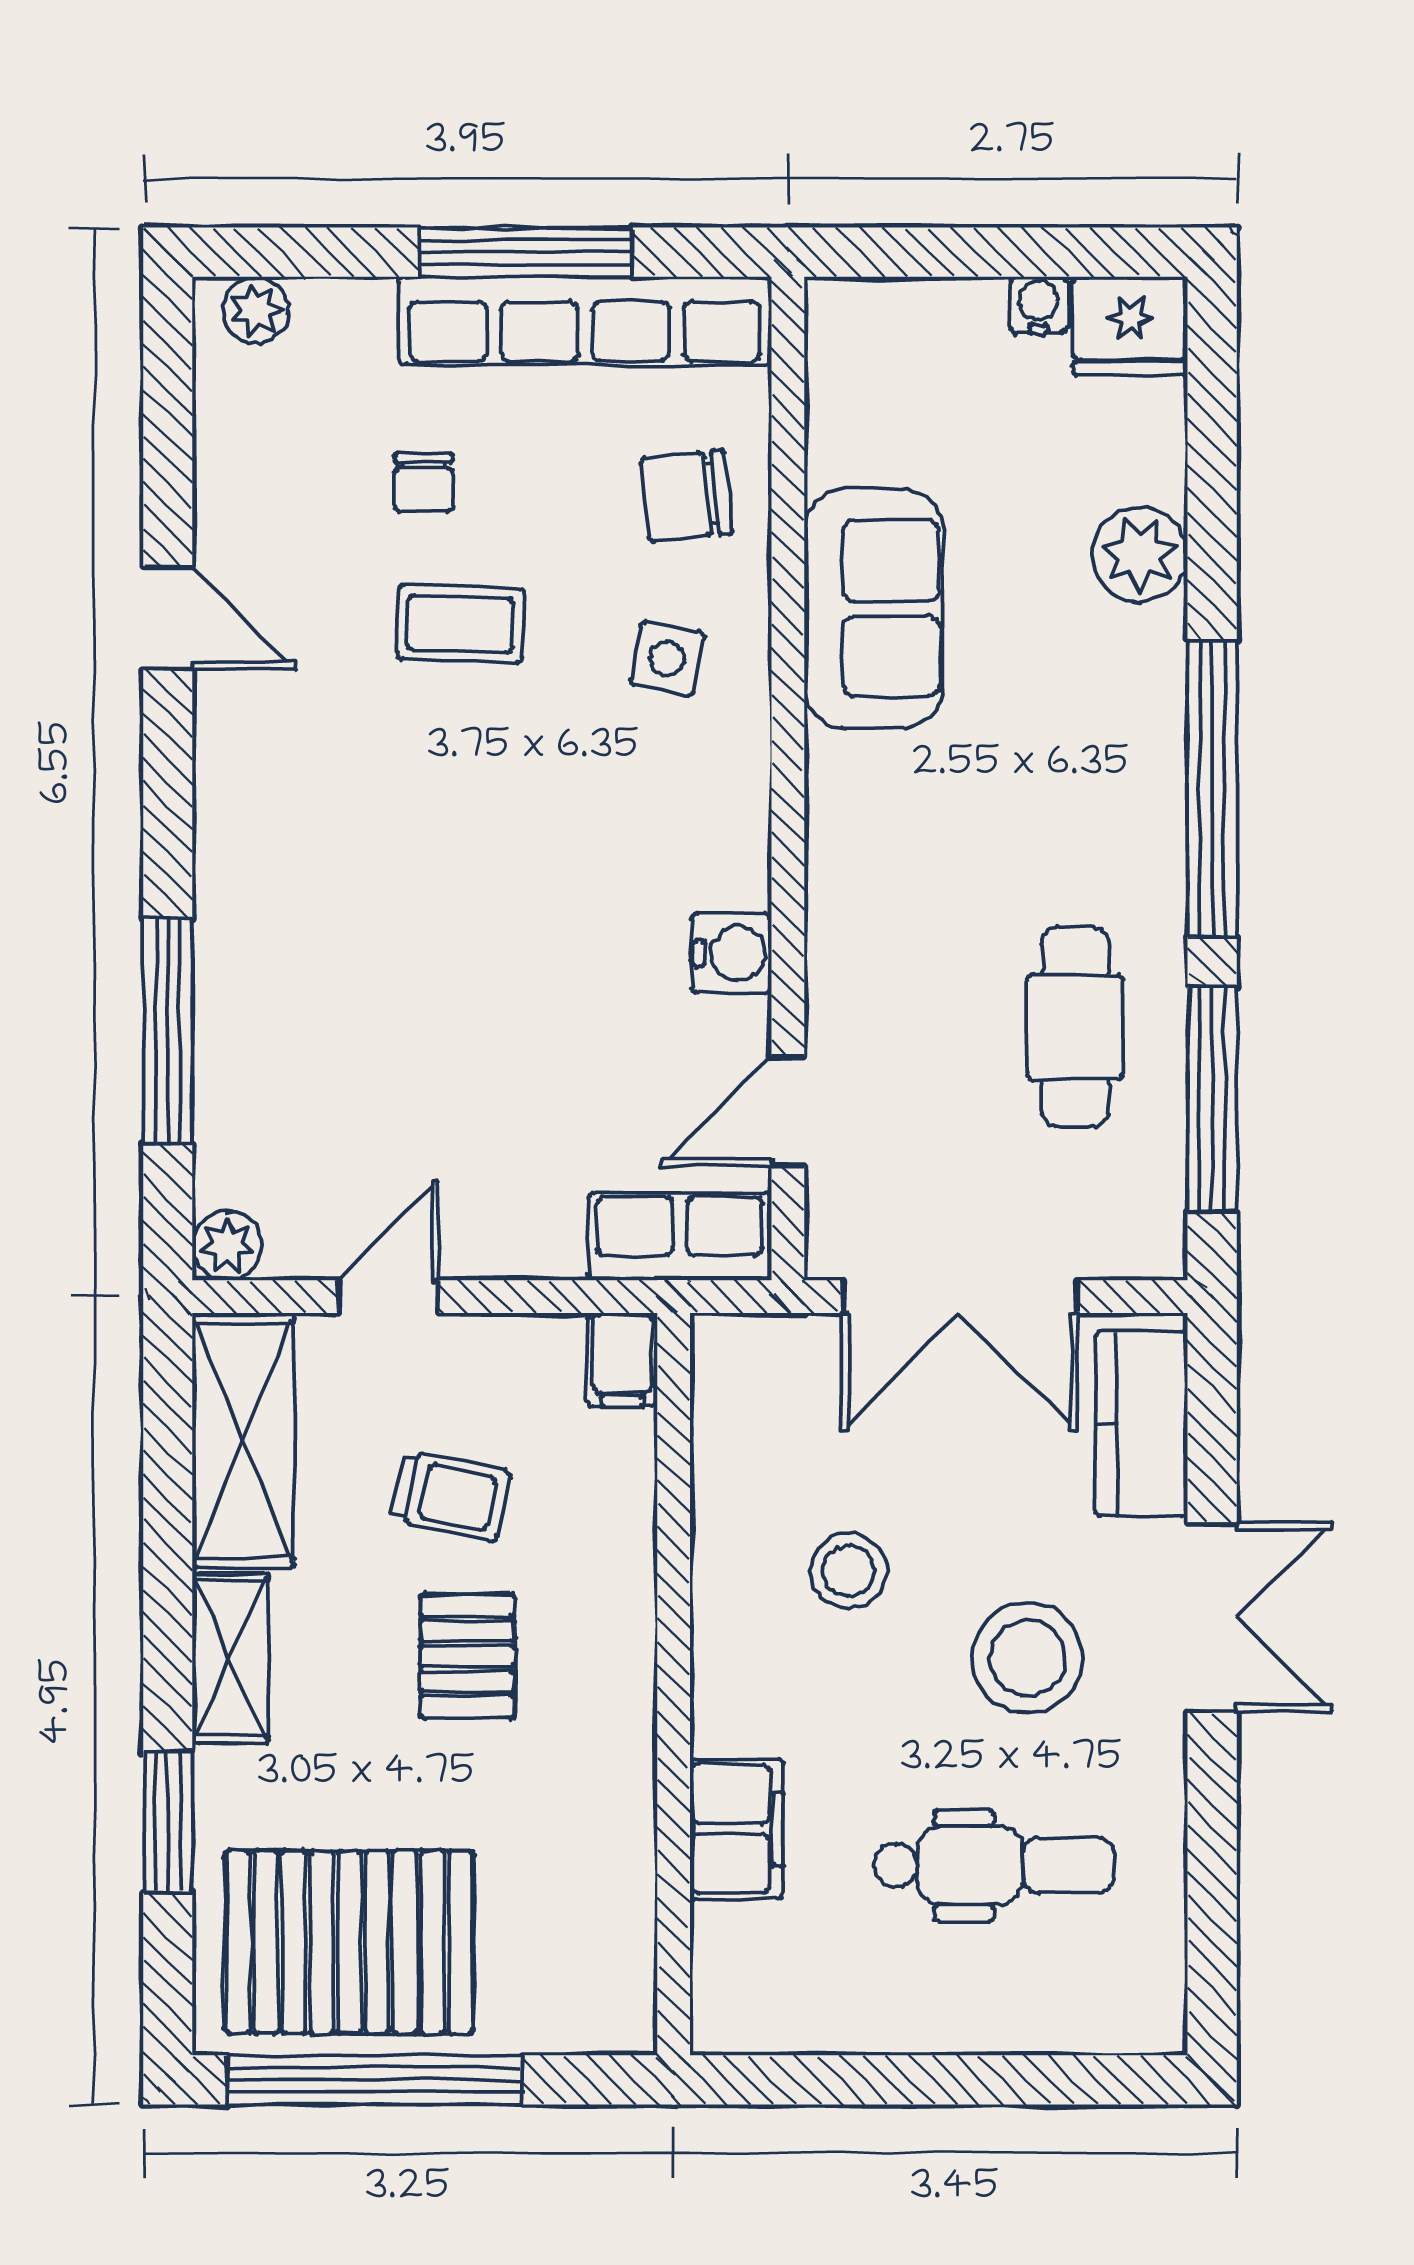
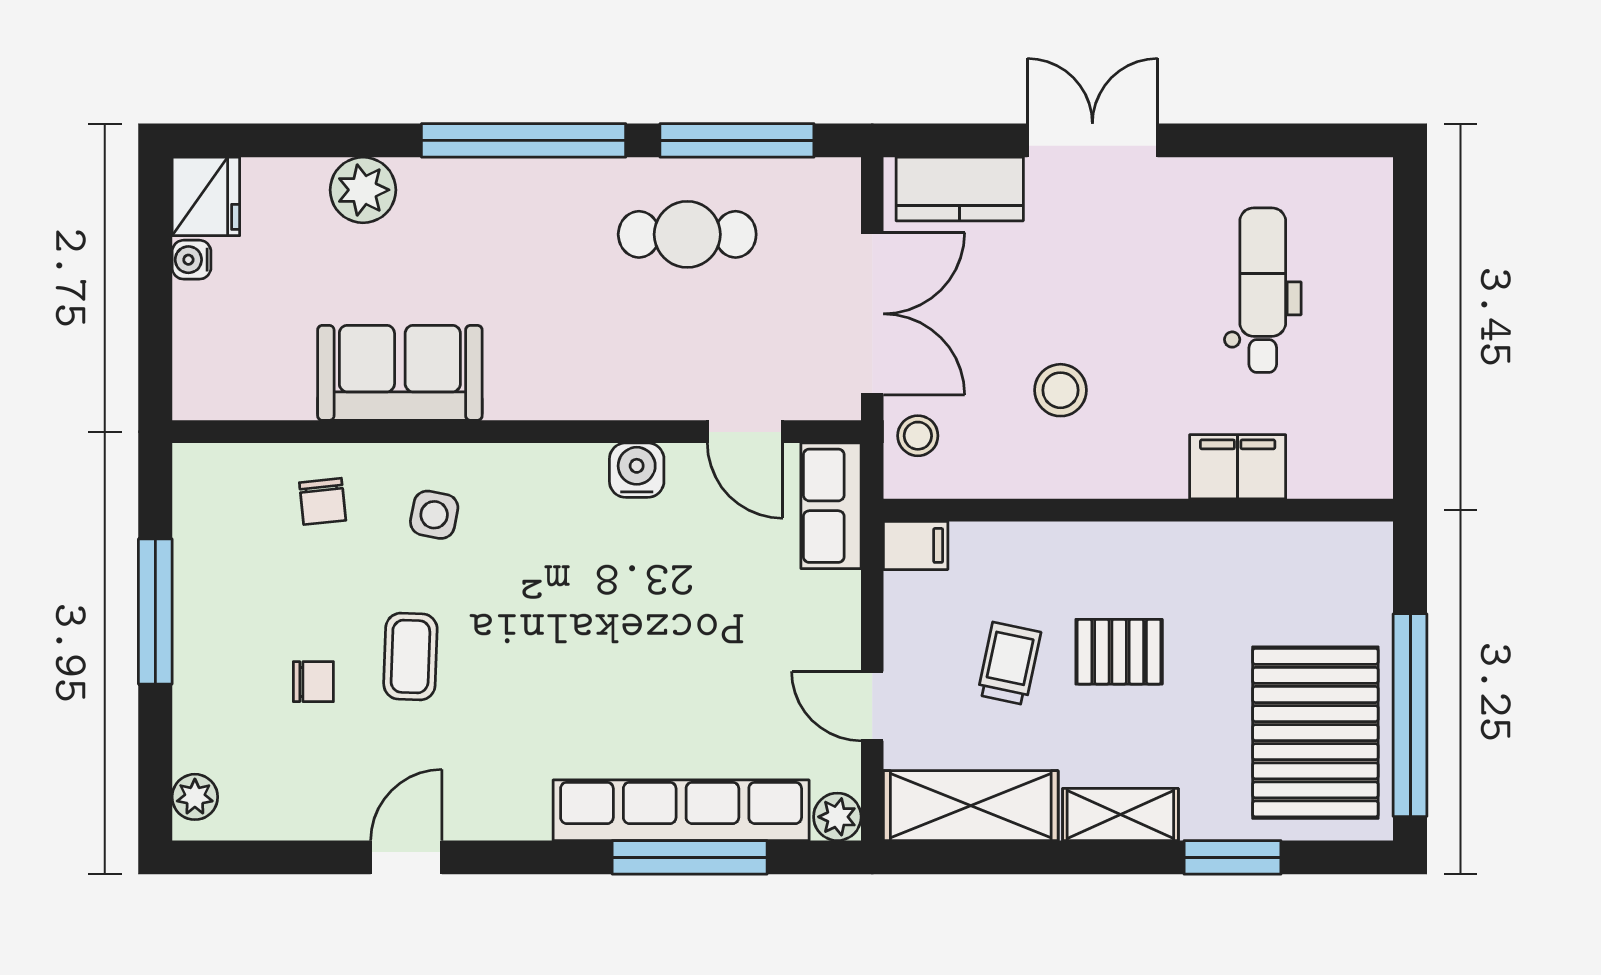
row of seats: (585, 321) -> (681, 810), moved, turned -90
chair: (686, 496) -> (323, 501), width x0.73, depth x0.73
stool: (1027, 1658) -> (918, 436), moved, width x0.53, depth x0.53

